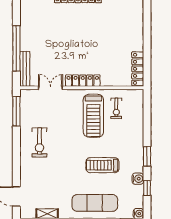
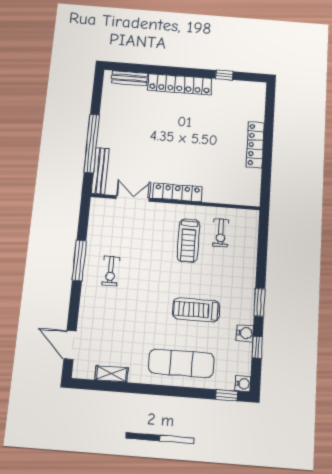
locker: (138, 69) -> (255, 145), moved
window: (16, 111) -> (79, 260), moved
treadmill: (93, 116) -> (188, 241), width x0.73, depth x0.73
exercise bike: (40, 142) -> (111, 271), width x0.73, depth x0.72

